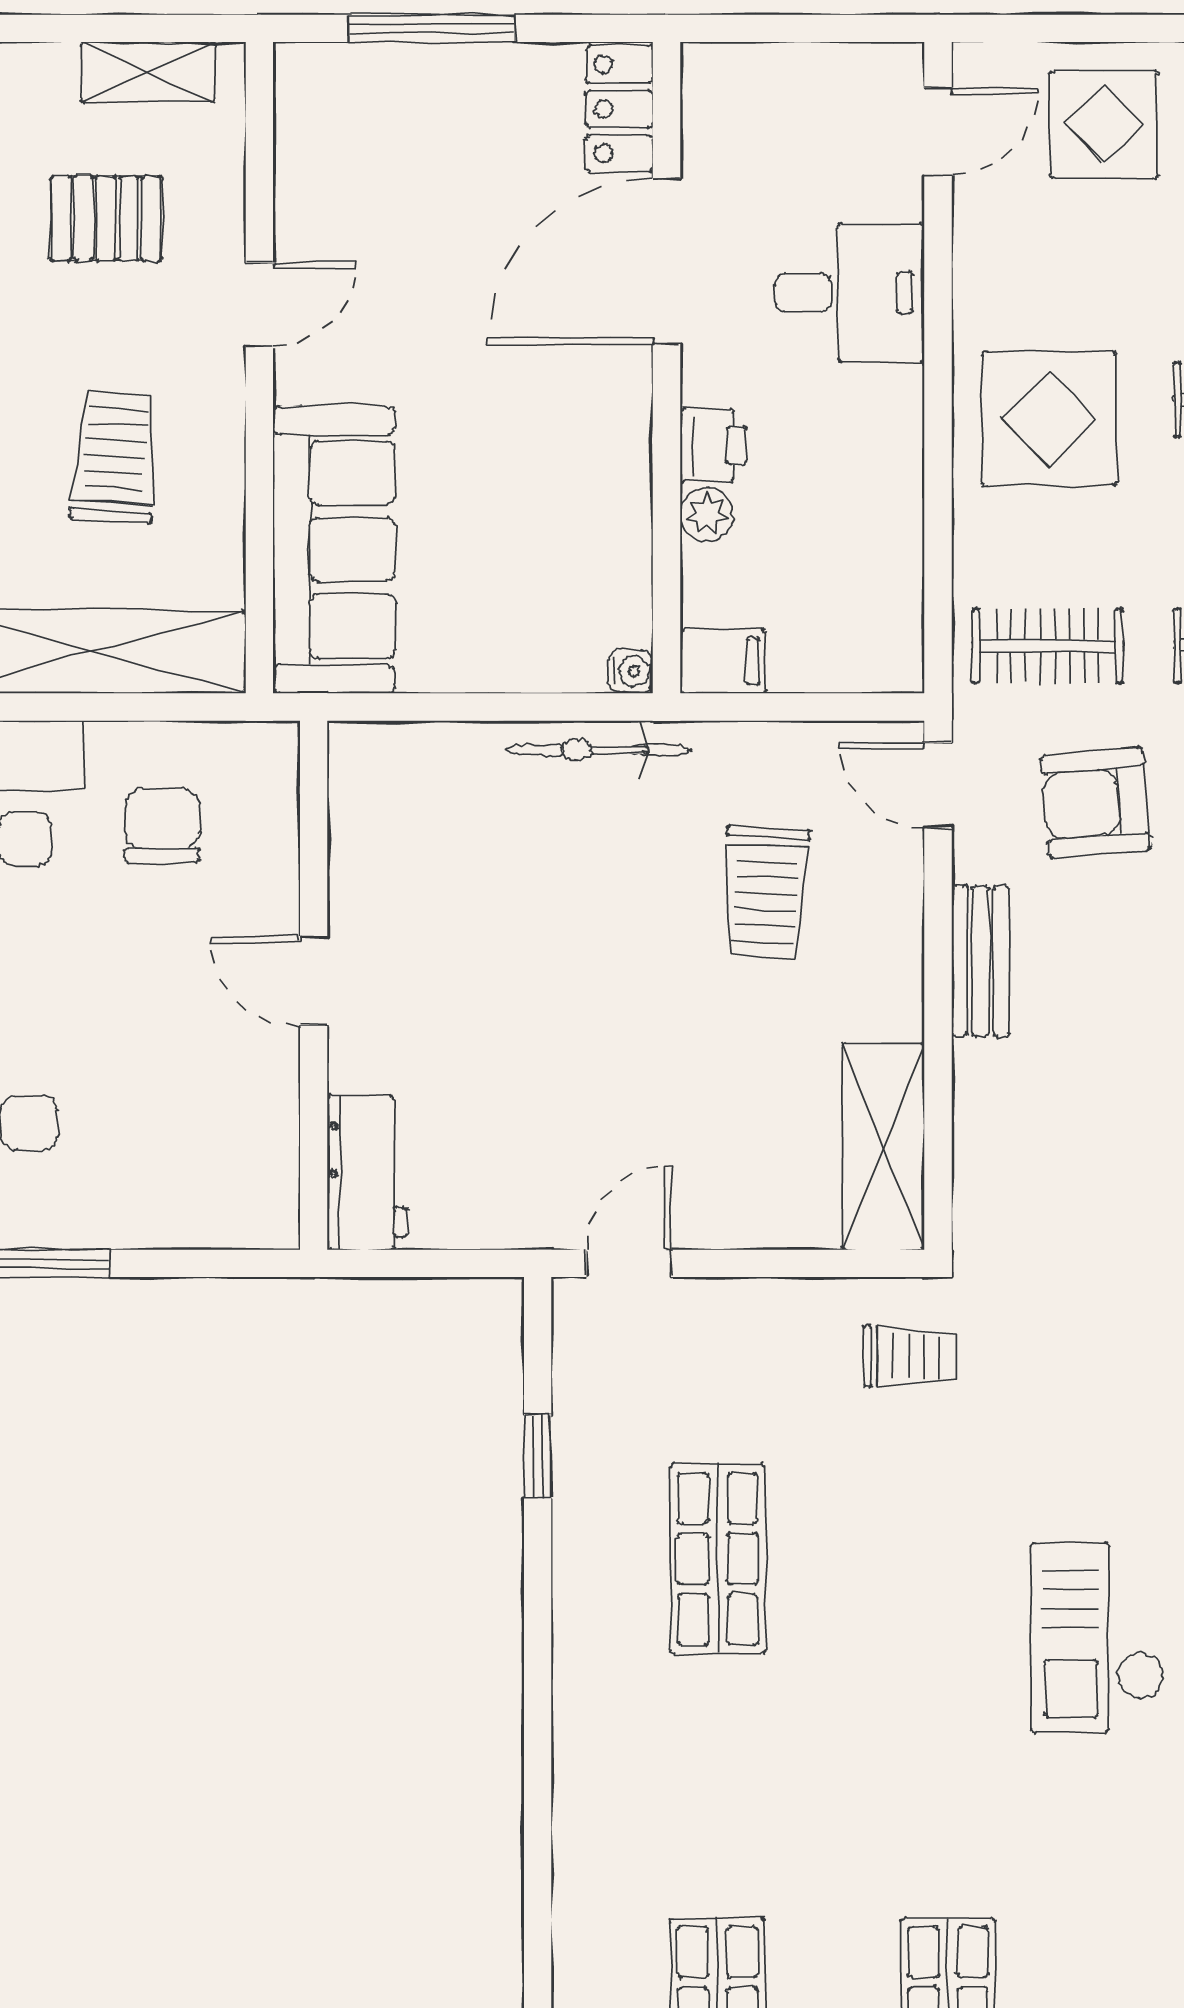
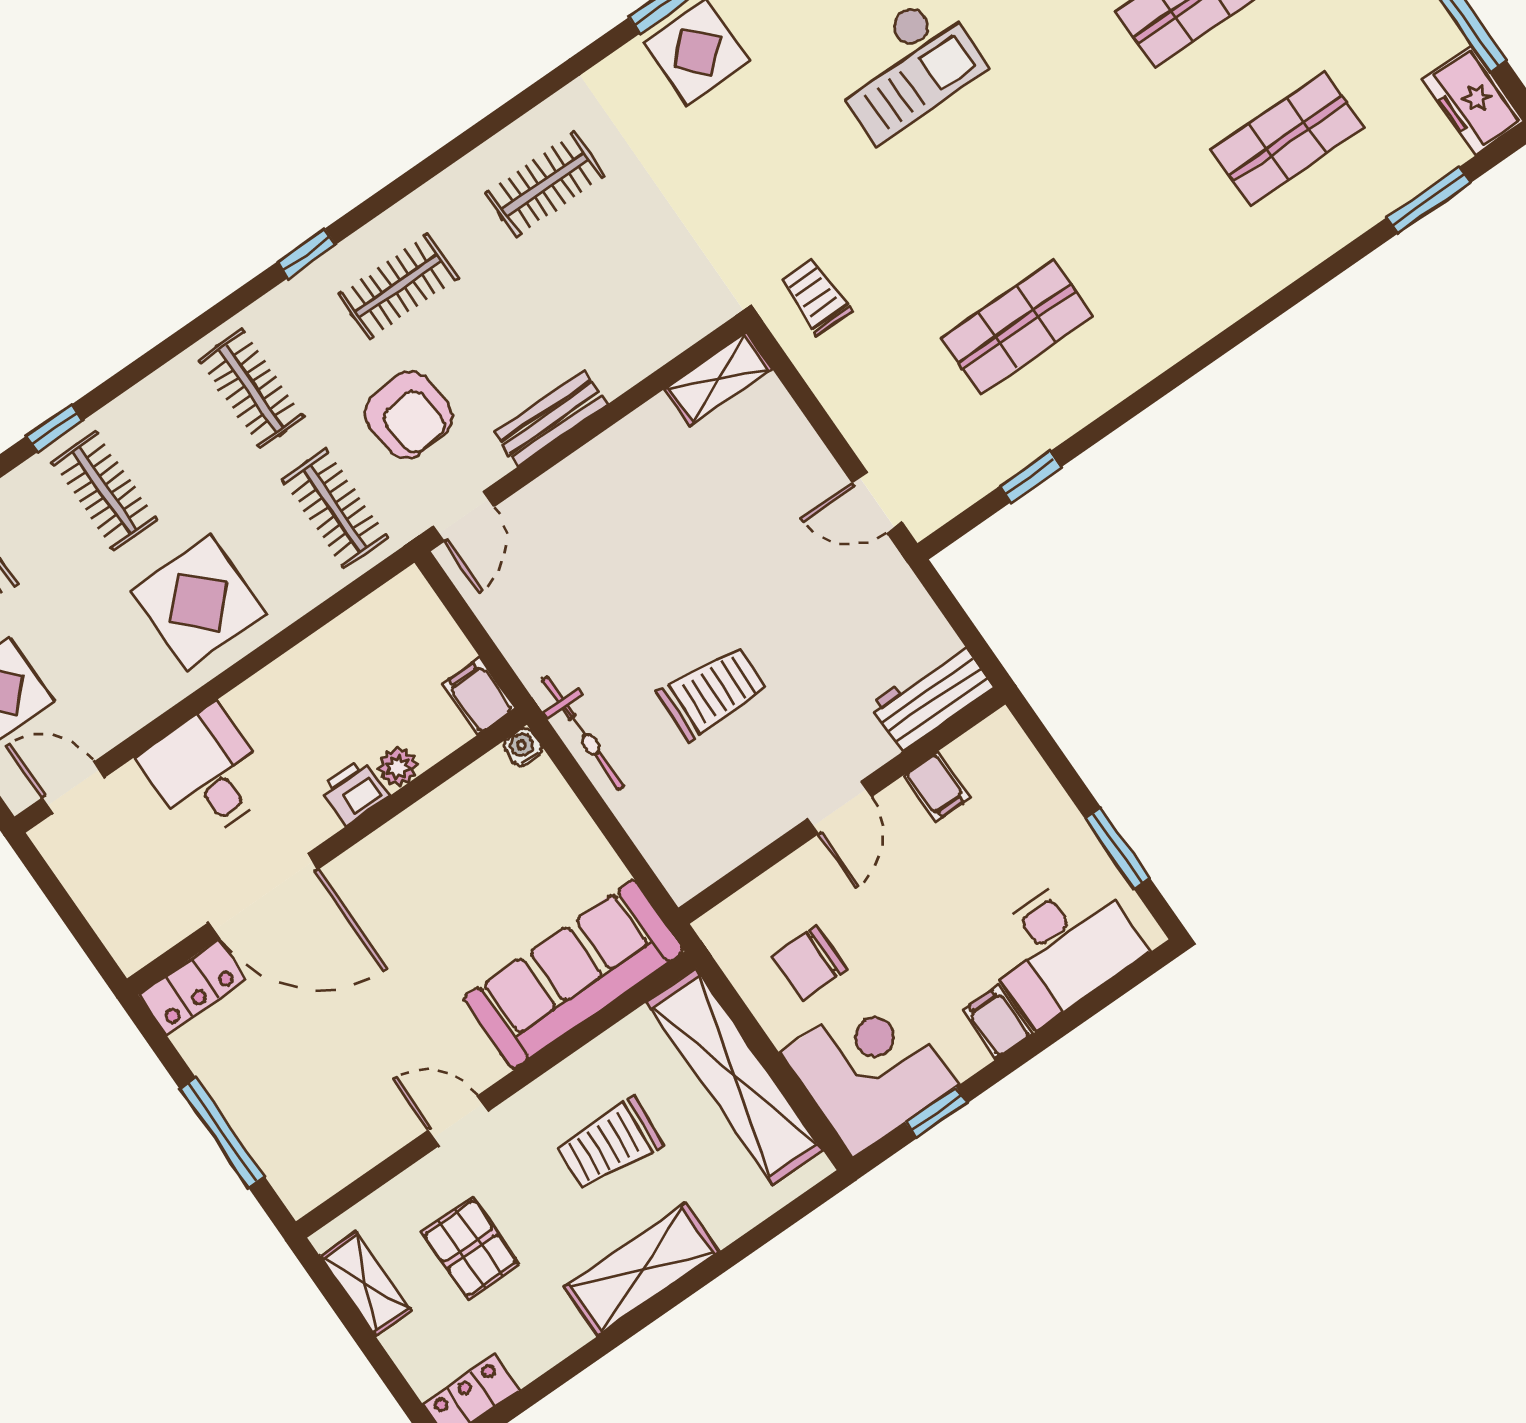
trolley: (766, 893) -> (713, 692), moved
filing cabinet: (261, 1108) -> (937, 786), added
shelving: (883, 1147) -> (718, 379), width x0.67, depth x0.75

